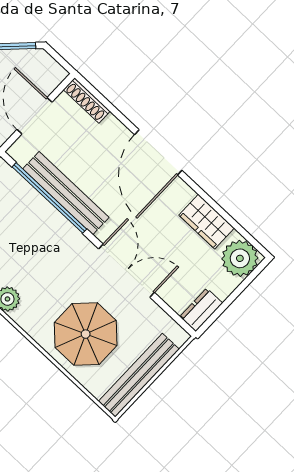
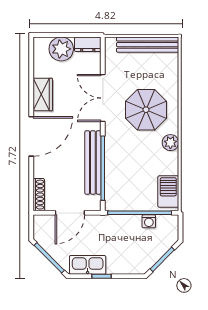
wardrobe: (207, 222) -> (43, 94), moved
plant: (240, 258) -> (61, 49), moved
parasol: (86, 334) -> (146, 110), moved

